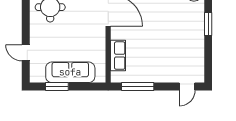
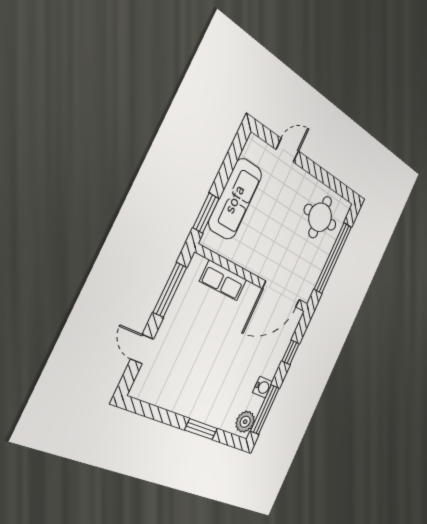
window: (57, 87) -> (206, 213), moved
door: (187, 87) -> (142, 349), moved

